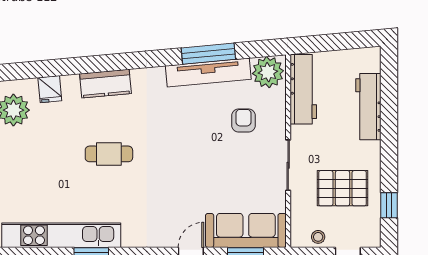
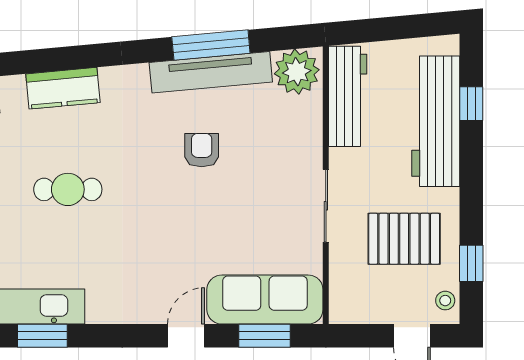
window: (389, 94) -> (471, 104), added
workbench: (368, 107) -> (436, 121), width x1.36, depth x1.32
armchair: (244, 120) -> (202, 150), moved
stool: (318, 237) -> (445, 301), moved

